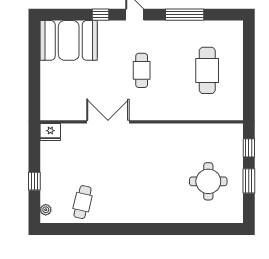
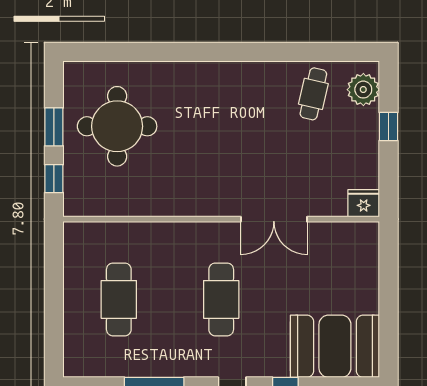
cafe table: (142, 70) -> (221, 299), width x1.37, depth x1.35
round table: (208, 181) -> (117, 126), width x1.36, depth x1.36
plant: (46, 210) -> (363, 90), width x1.88, depth x1.88

